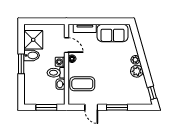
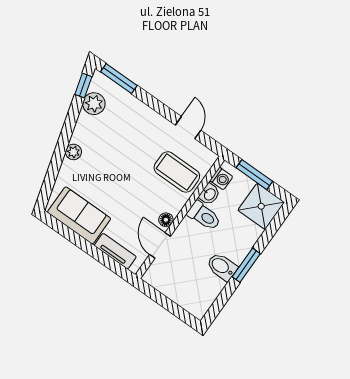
shower: (33, 40) -> (261, 206), moved
washing machine: (60, 62) -> (221, 179), moved
plant: (137, 71) -> (94, 104), moved
window: (117, 107) -> (119, 79), moved

